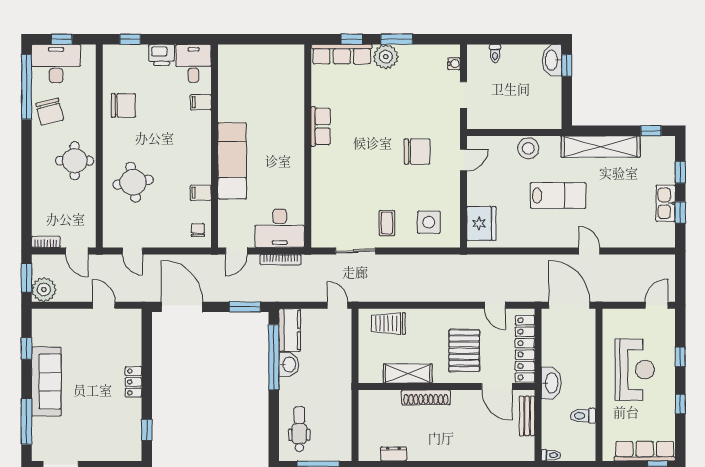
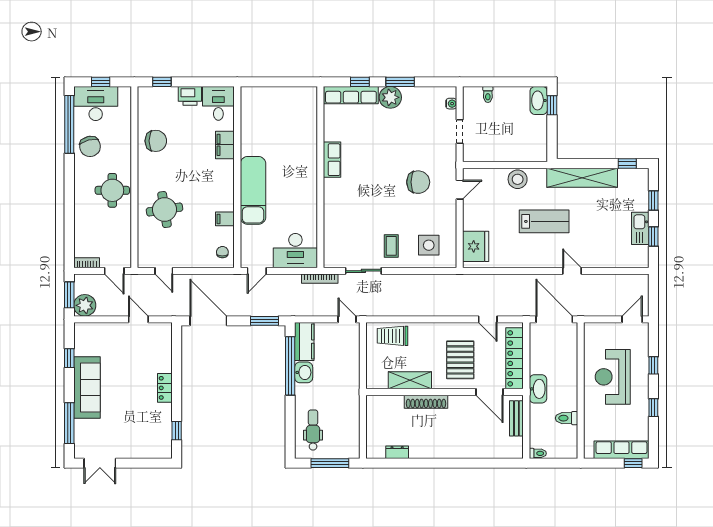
filing cabinet: (201, 102) -> (225, 145), width x2.00
bookcase: (281, 260) -> (320, 279), moved
reception desk: (635, 370) -> (613, 377), turned 180

